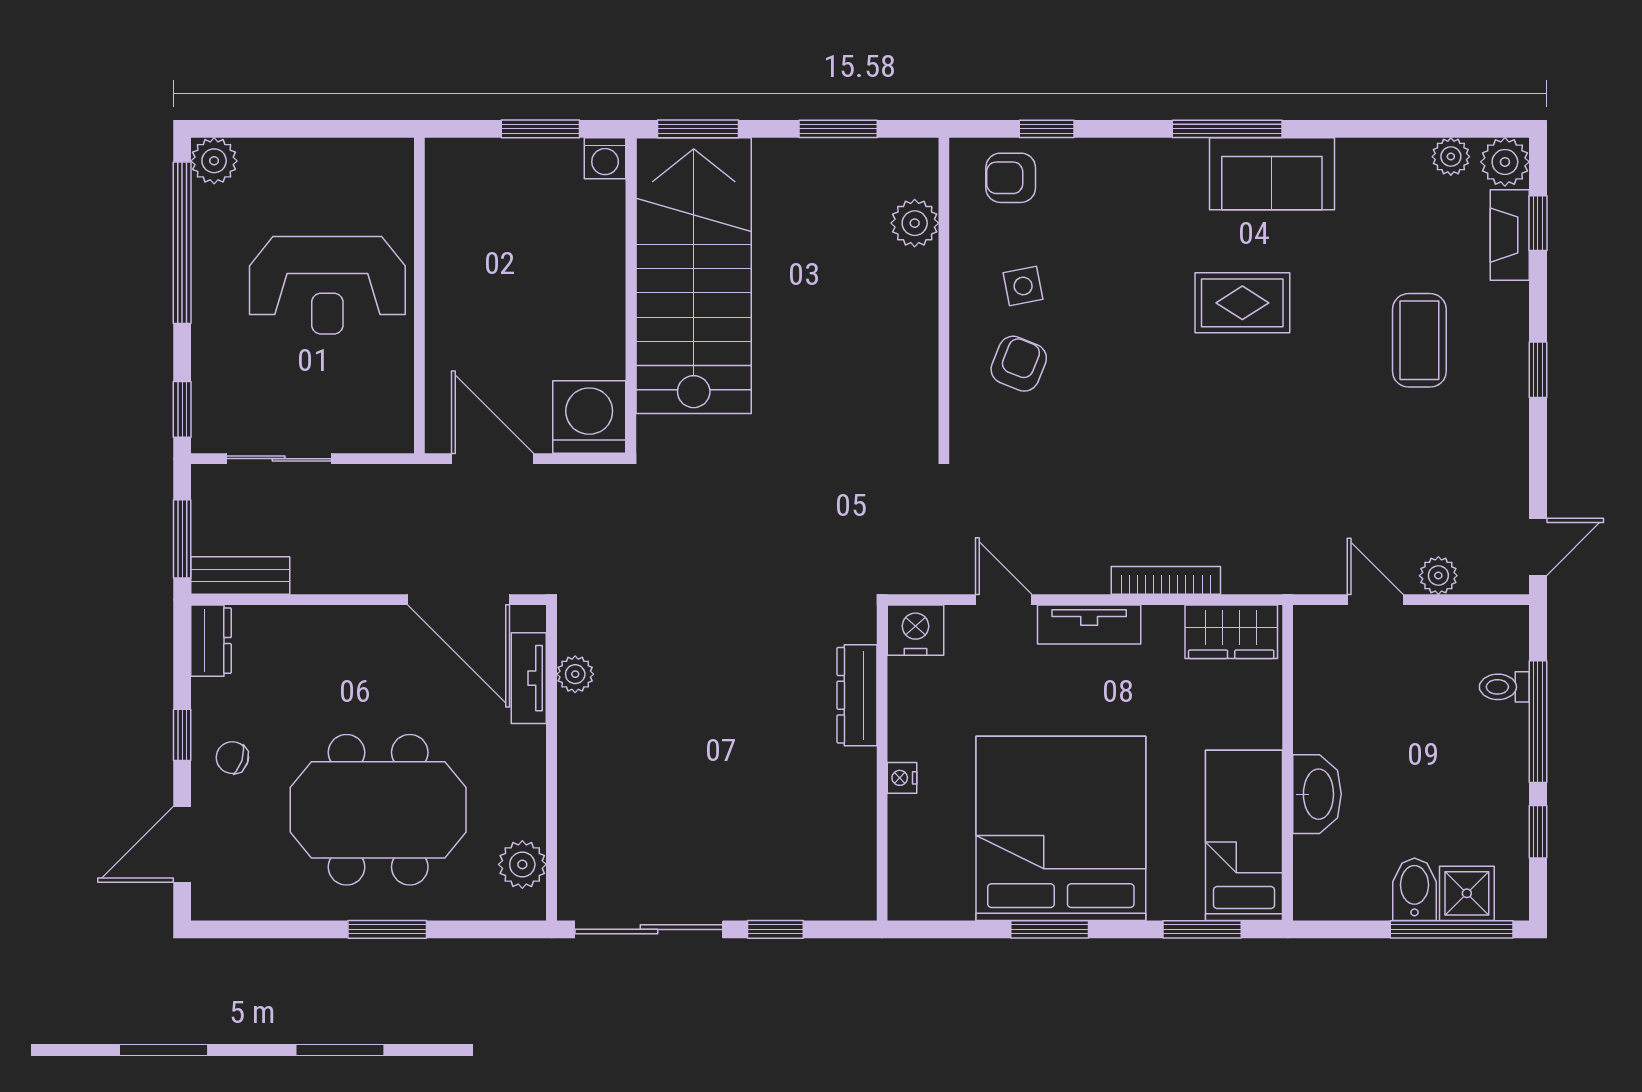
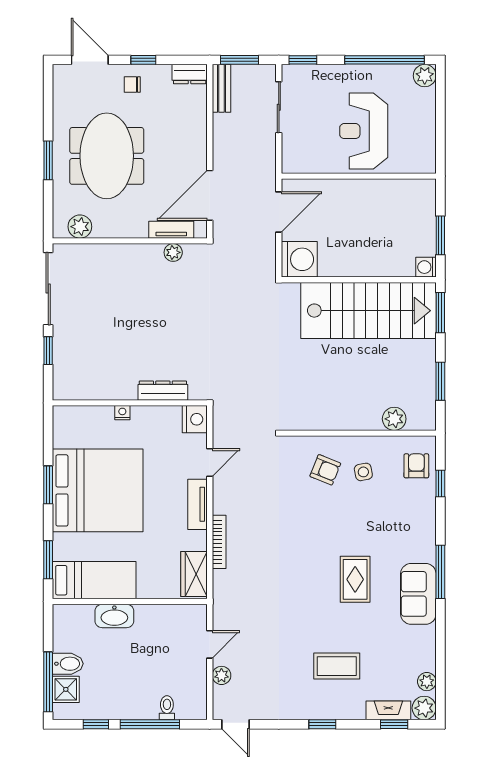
chair: (232, 758) -> (132, 84), turned -108

